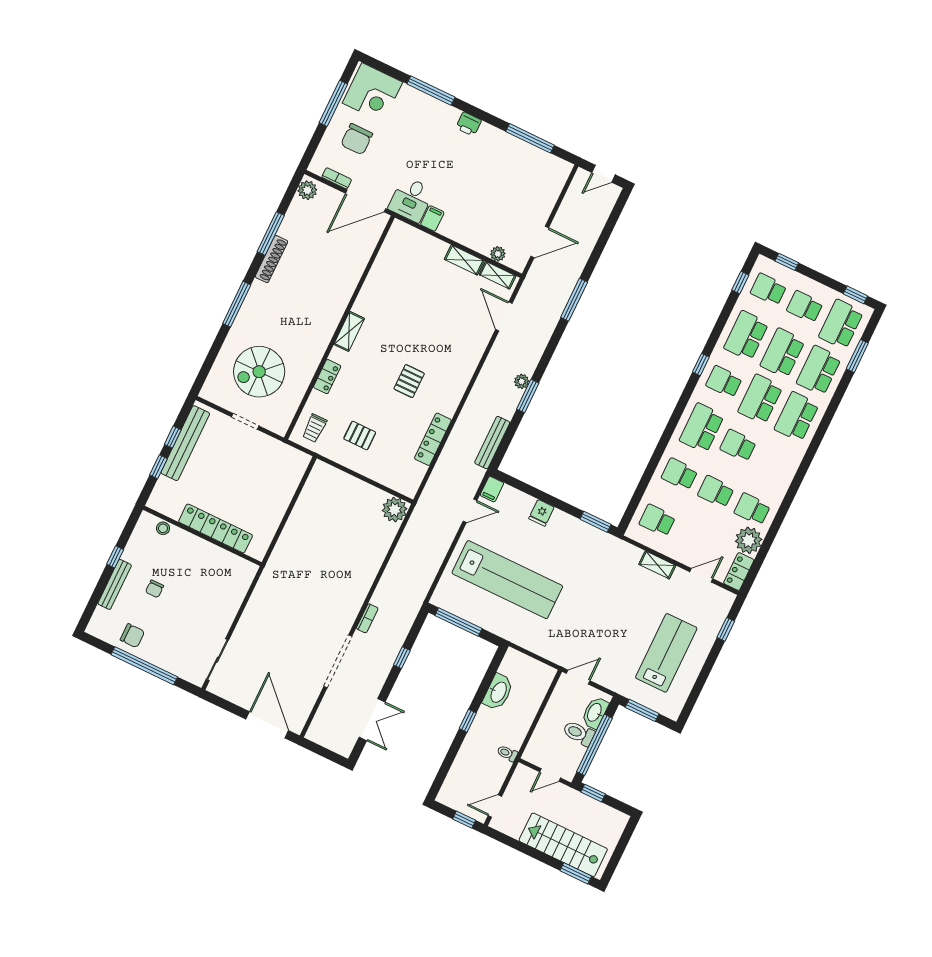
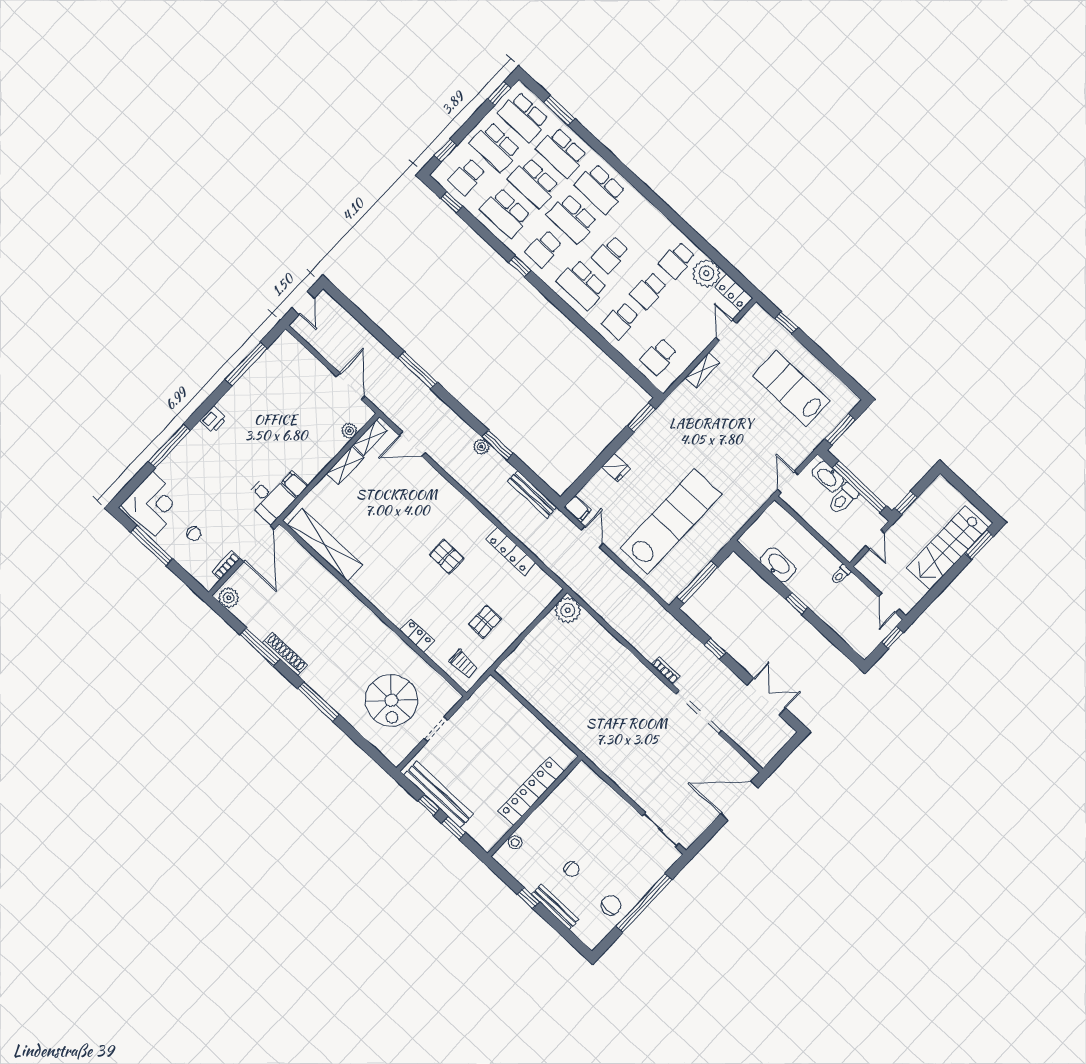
chair: (357, 139) -> (194, 534), width x0.54, depth x0.54
school desk: (805, 307) -> (495, 147), width x1.85
shelving: (349, 331) -> (325, 545), moved, width x2.20, depth x1.33

